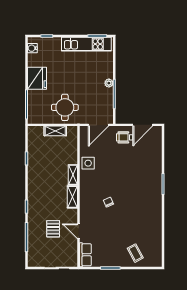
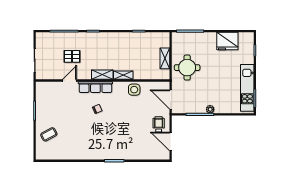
water cooler: (32, 48) -> (243, 37), removed
fridge: (37, 78) -> (227, 41), moved
row of seats: (85, 255) -> (95, 87), moved, width x1.48

